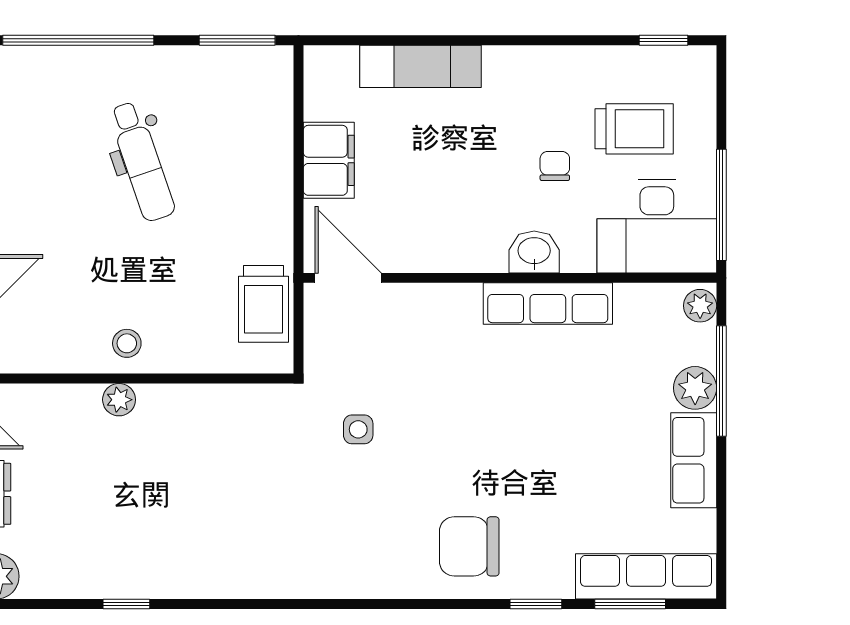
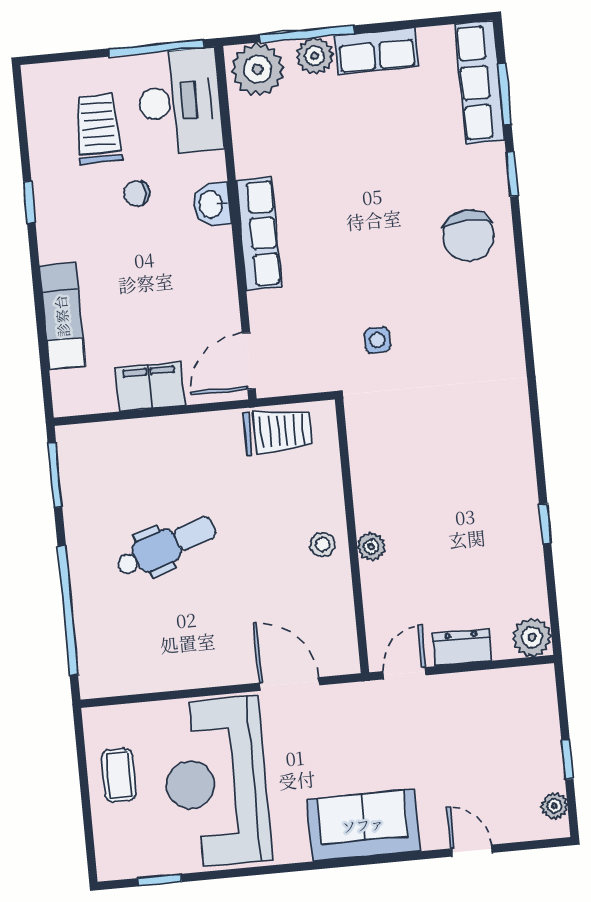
window: (663, 40) -> (29, 202), moved
row of seats: (548, 304) -> (259, 234), moved
plant: (700, 306) -> (258, 69), width x1.88, depth x1.88

